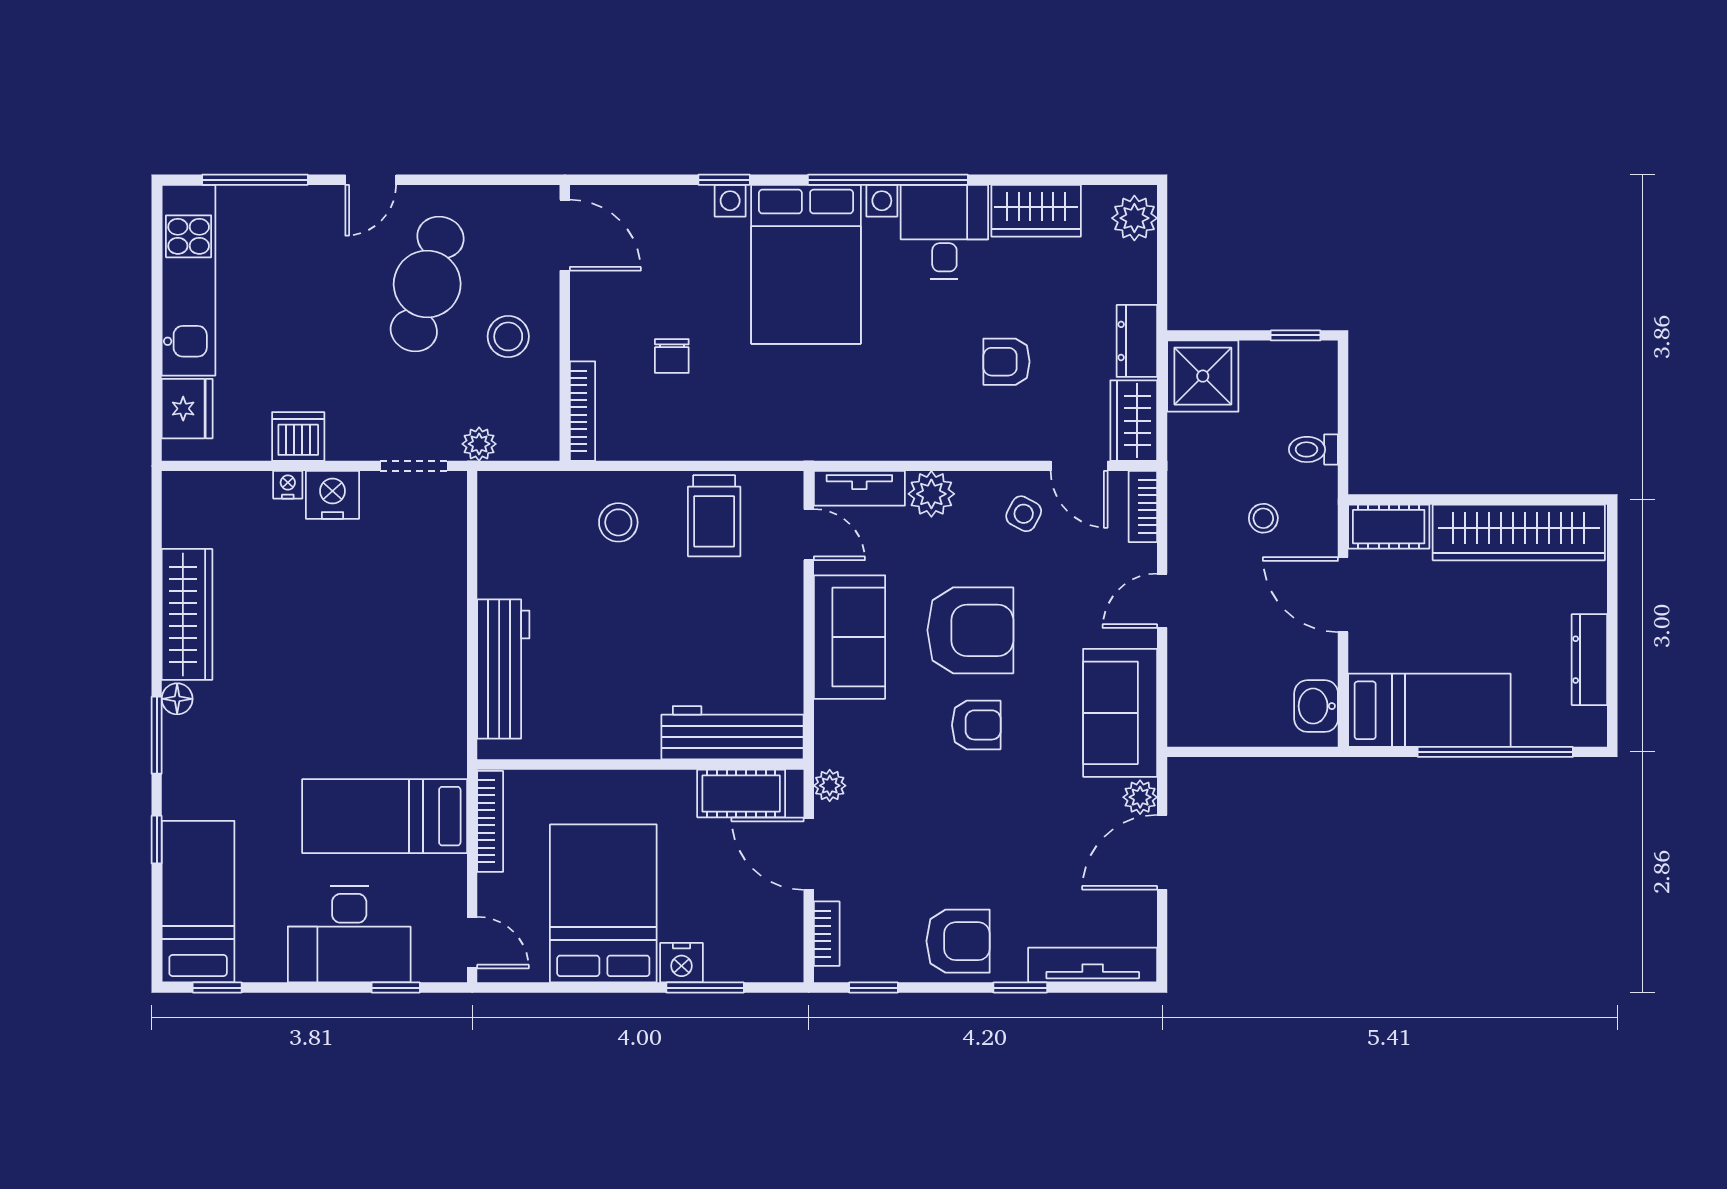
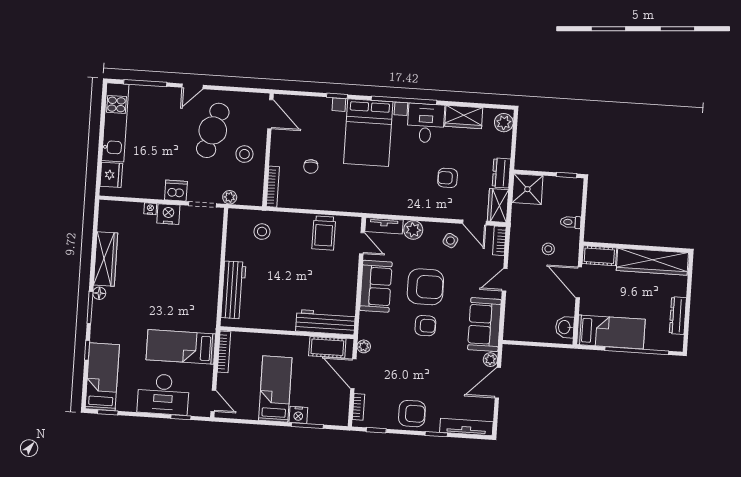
dishwasher: (298, 436) -> (176, 191), moved
stool: (618, 522) -> (262, 232), moved
bed: (603, 903) -> (275, 389), width x0.67

